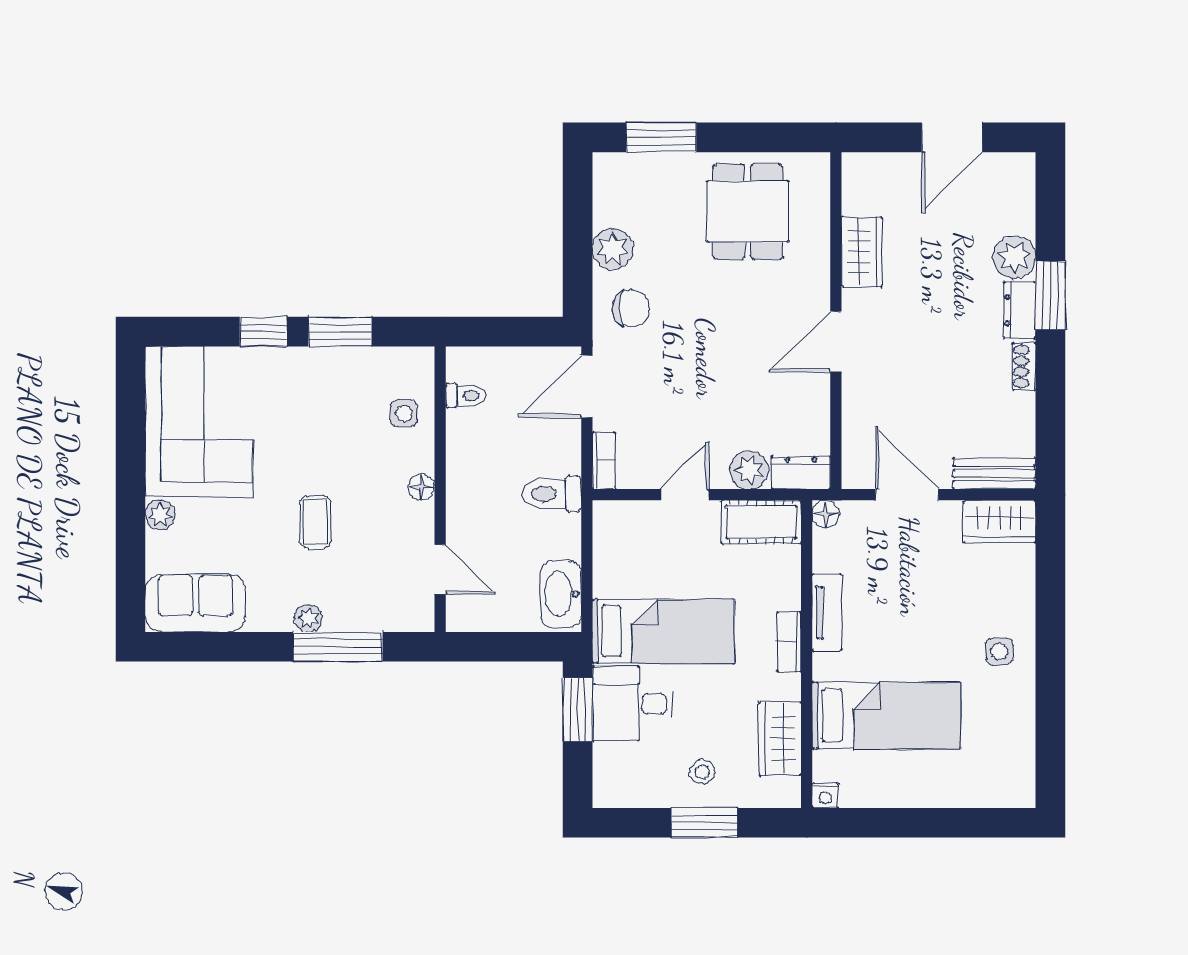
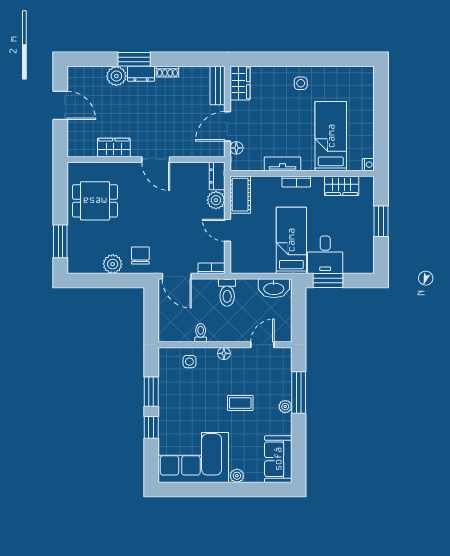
toilet: (465, 396) -> (201, 333), moved
floor lamp: (826, 514) -> (236, 148), moved
stool: (702, 772) -> (357, 222), removed

